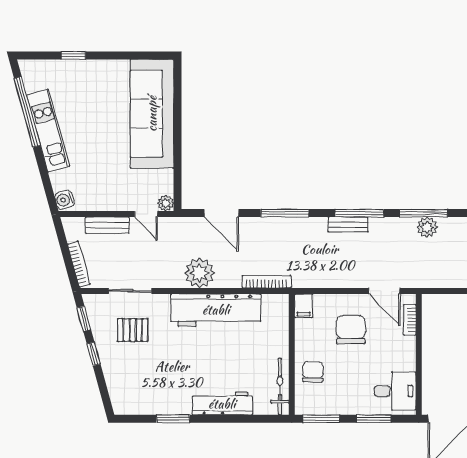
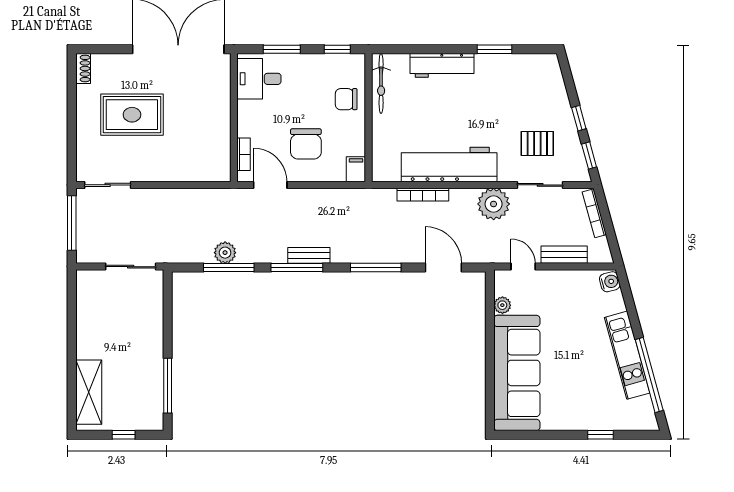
plant: (166, 203) -> (502, 305), moved
plant: (200, 273) -> (494, 204), moved
bookcase: (267, 282) -> (423, 195), moved
chair: (313, 372) -> (346, 99), turned 90
window: (321, 419) -> (337, 49), width x0.67

